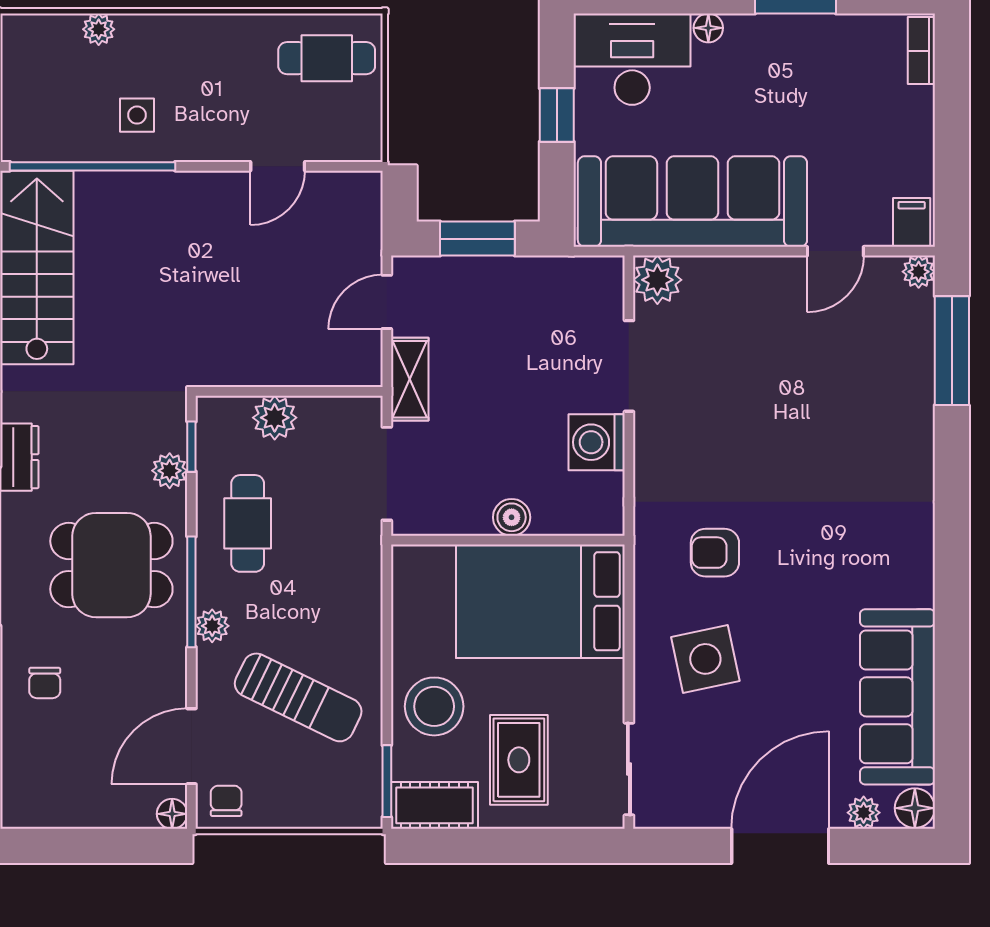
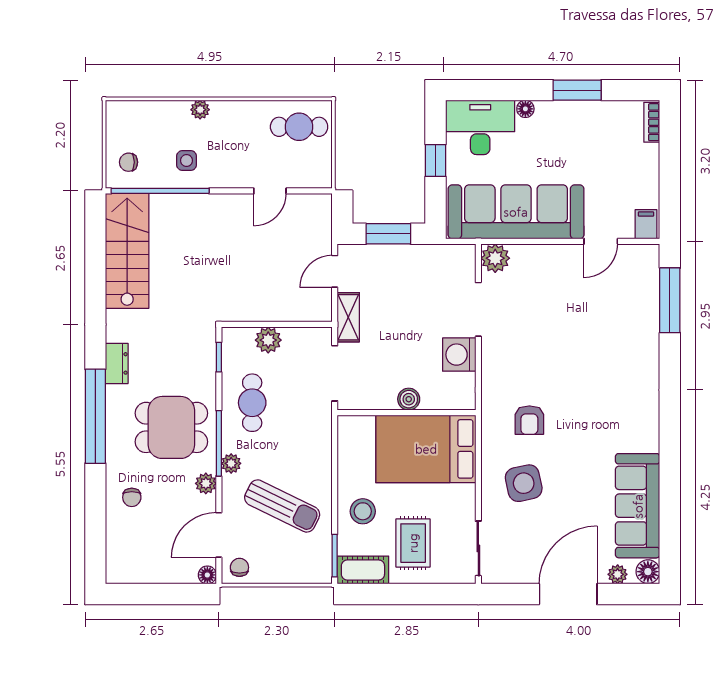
plant: (99, 29) -> (200, 110), moved
chair: (39, 118) -> (129, 162), added
plant: (919, 272) -> (650, 253), removed
plant: (170, 471) -> (206, 483), moved
armchair: (715, 553) -> (529, 420), turned -90
stool: (434, 706) -> (363, 511), width x0.73, depth x0.73

